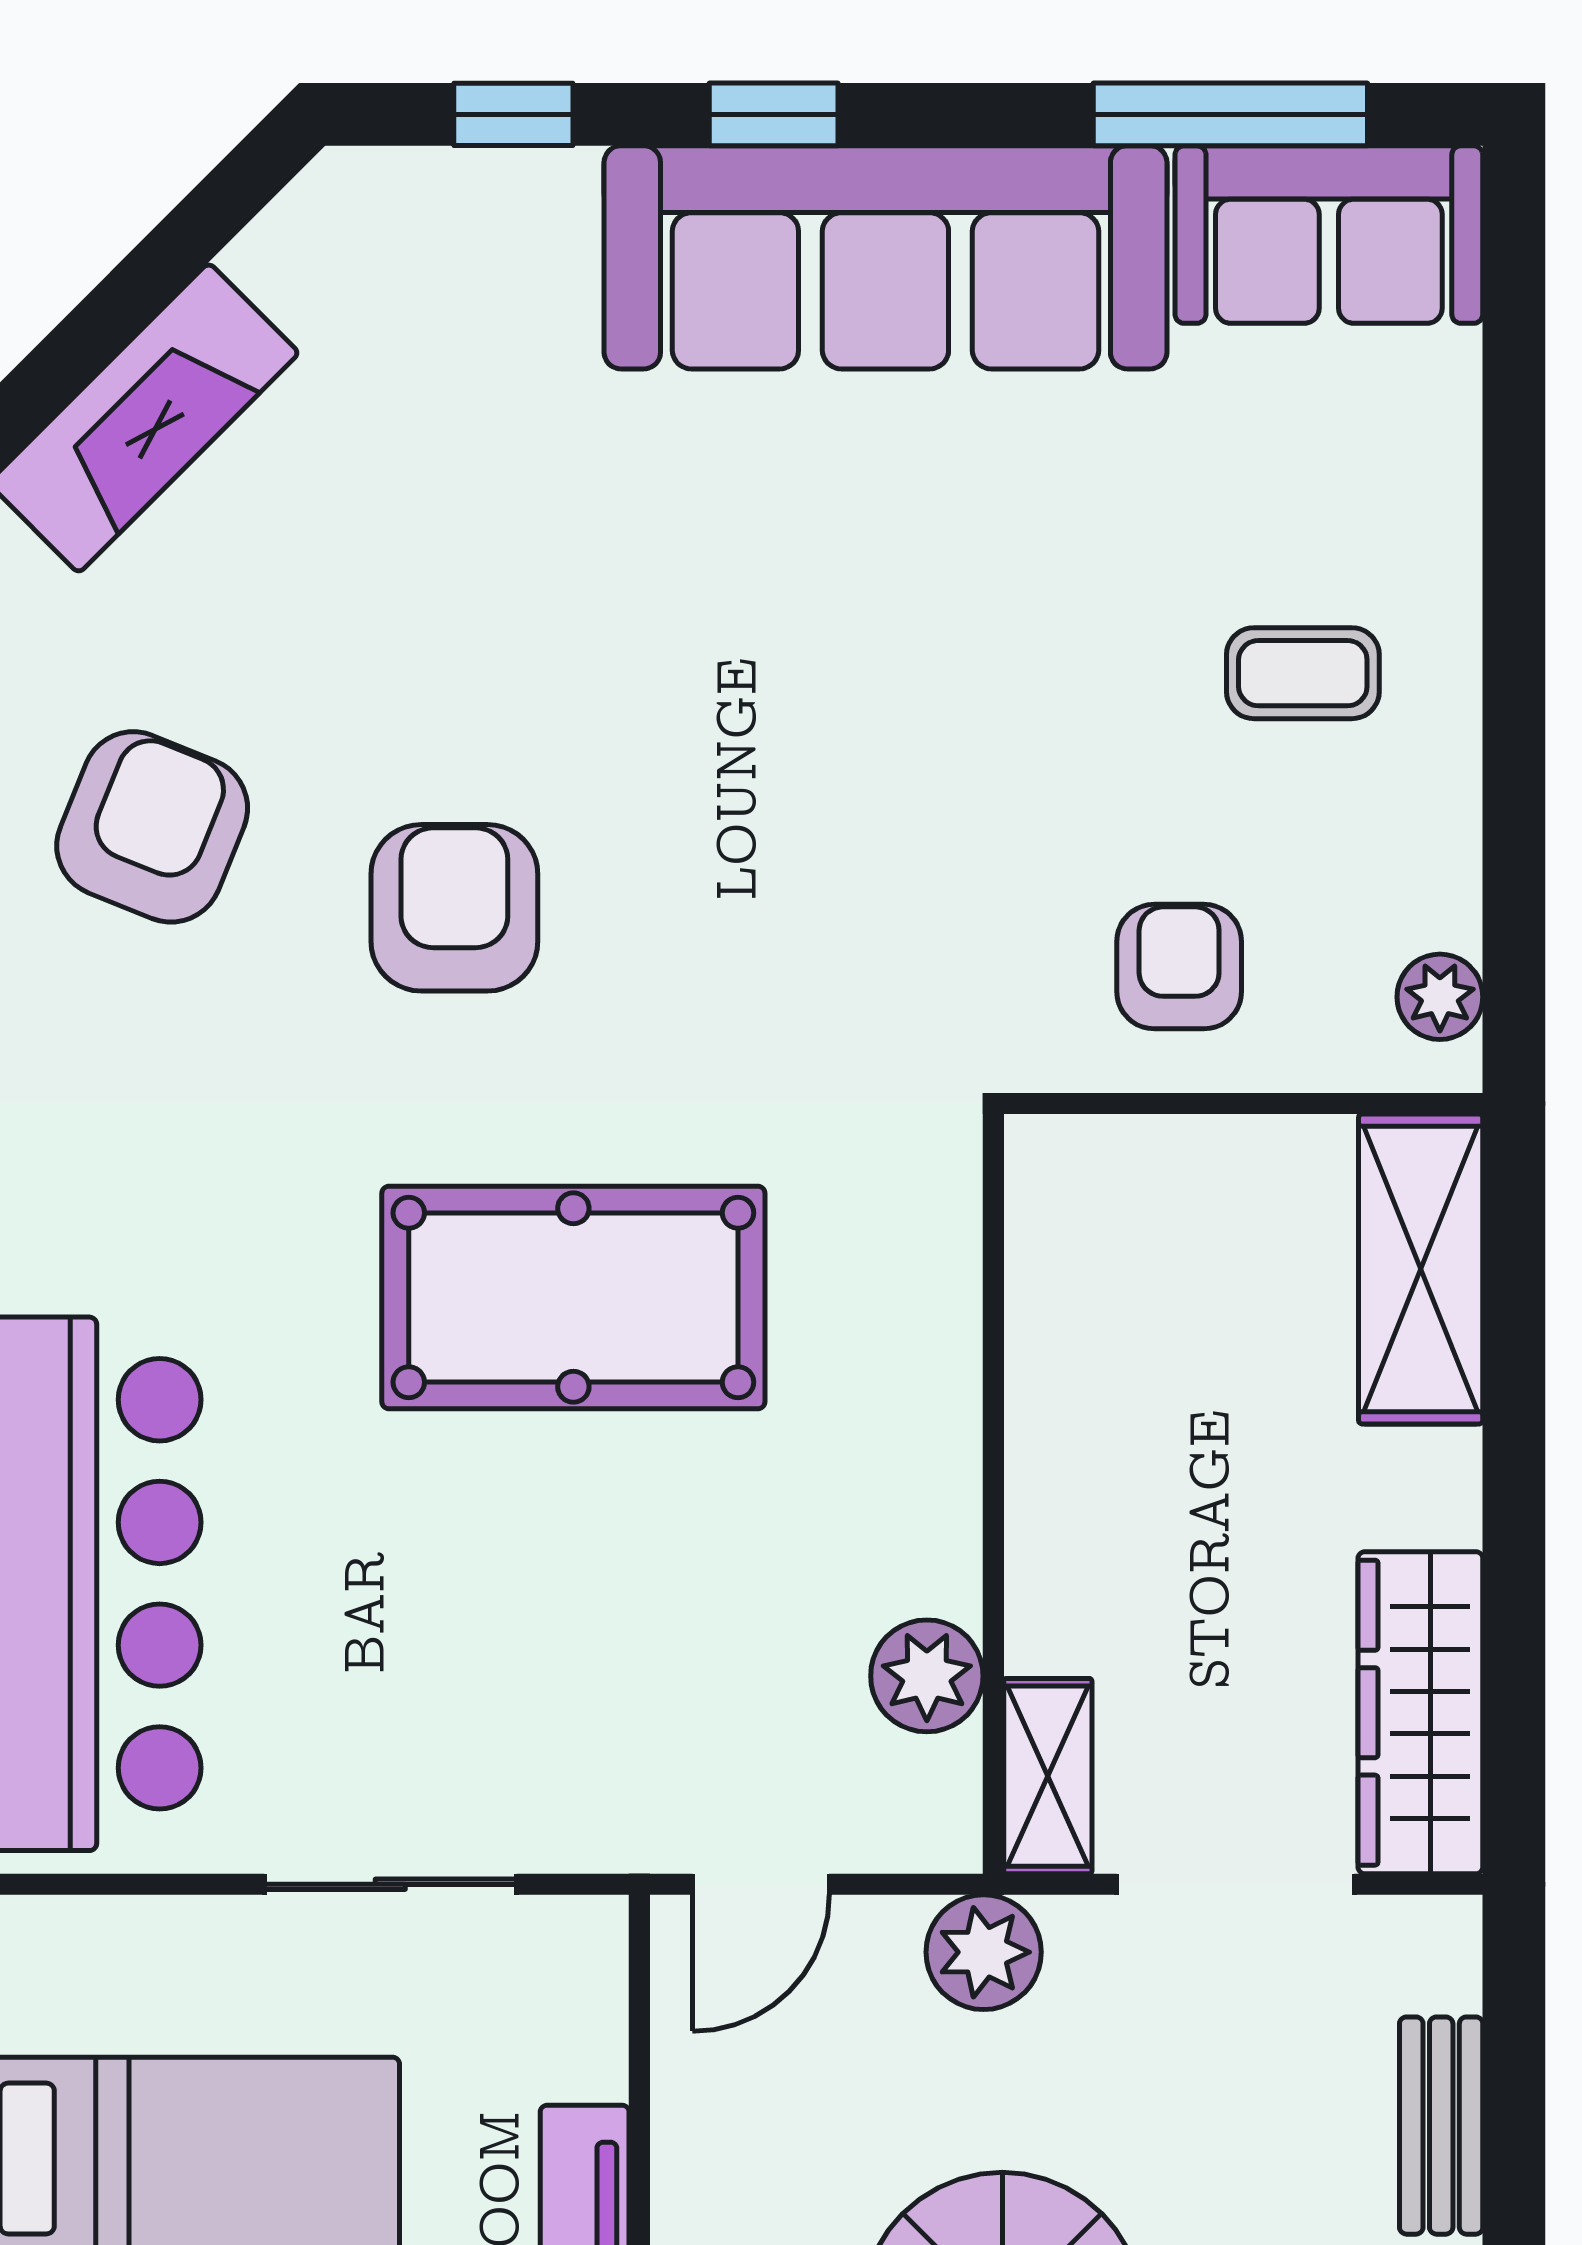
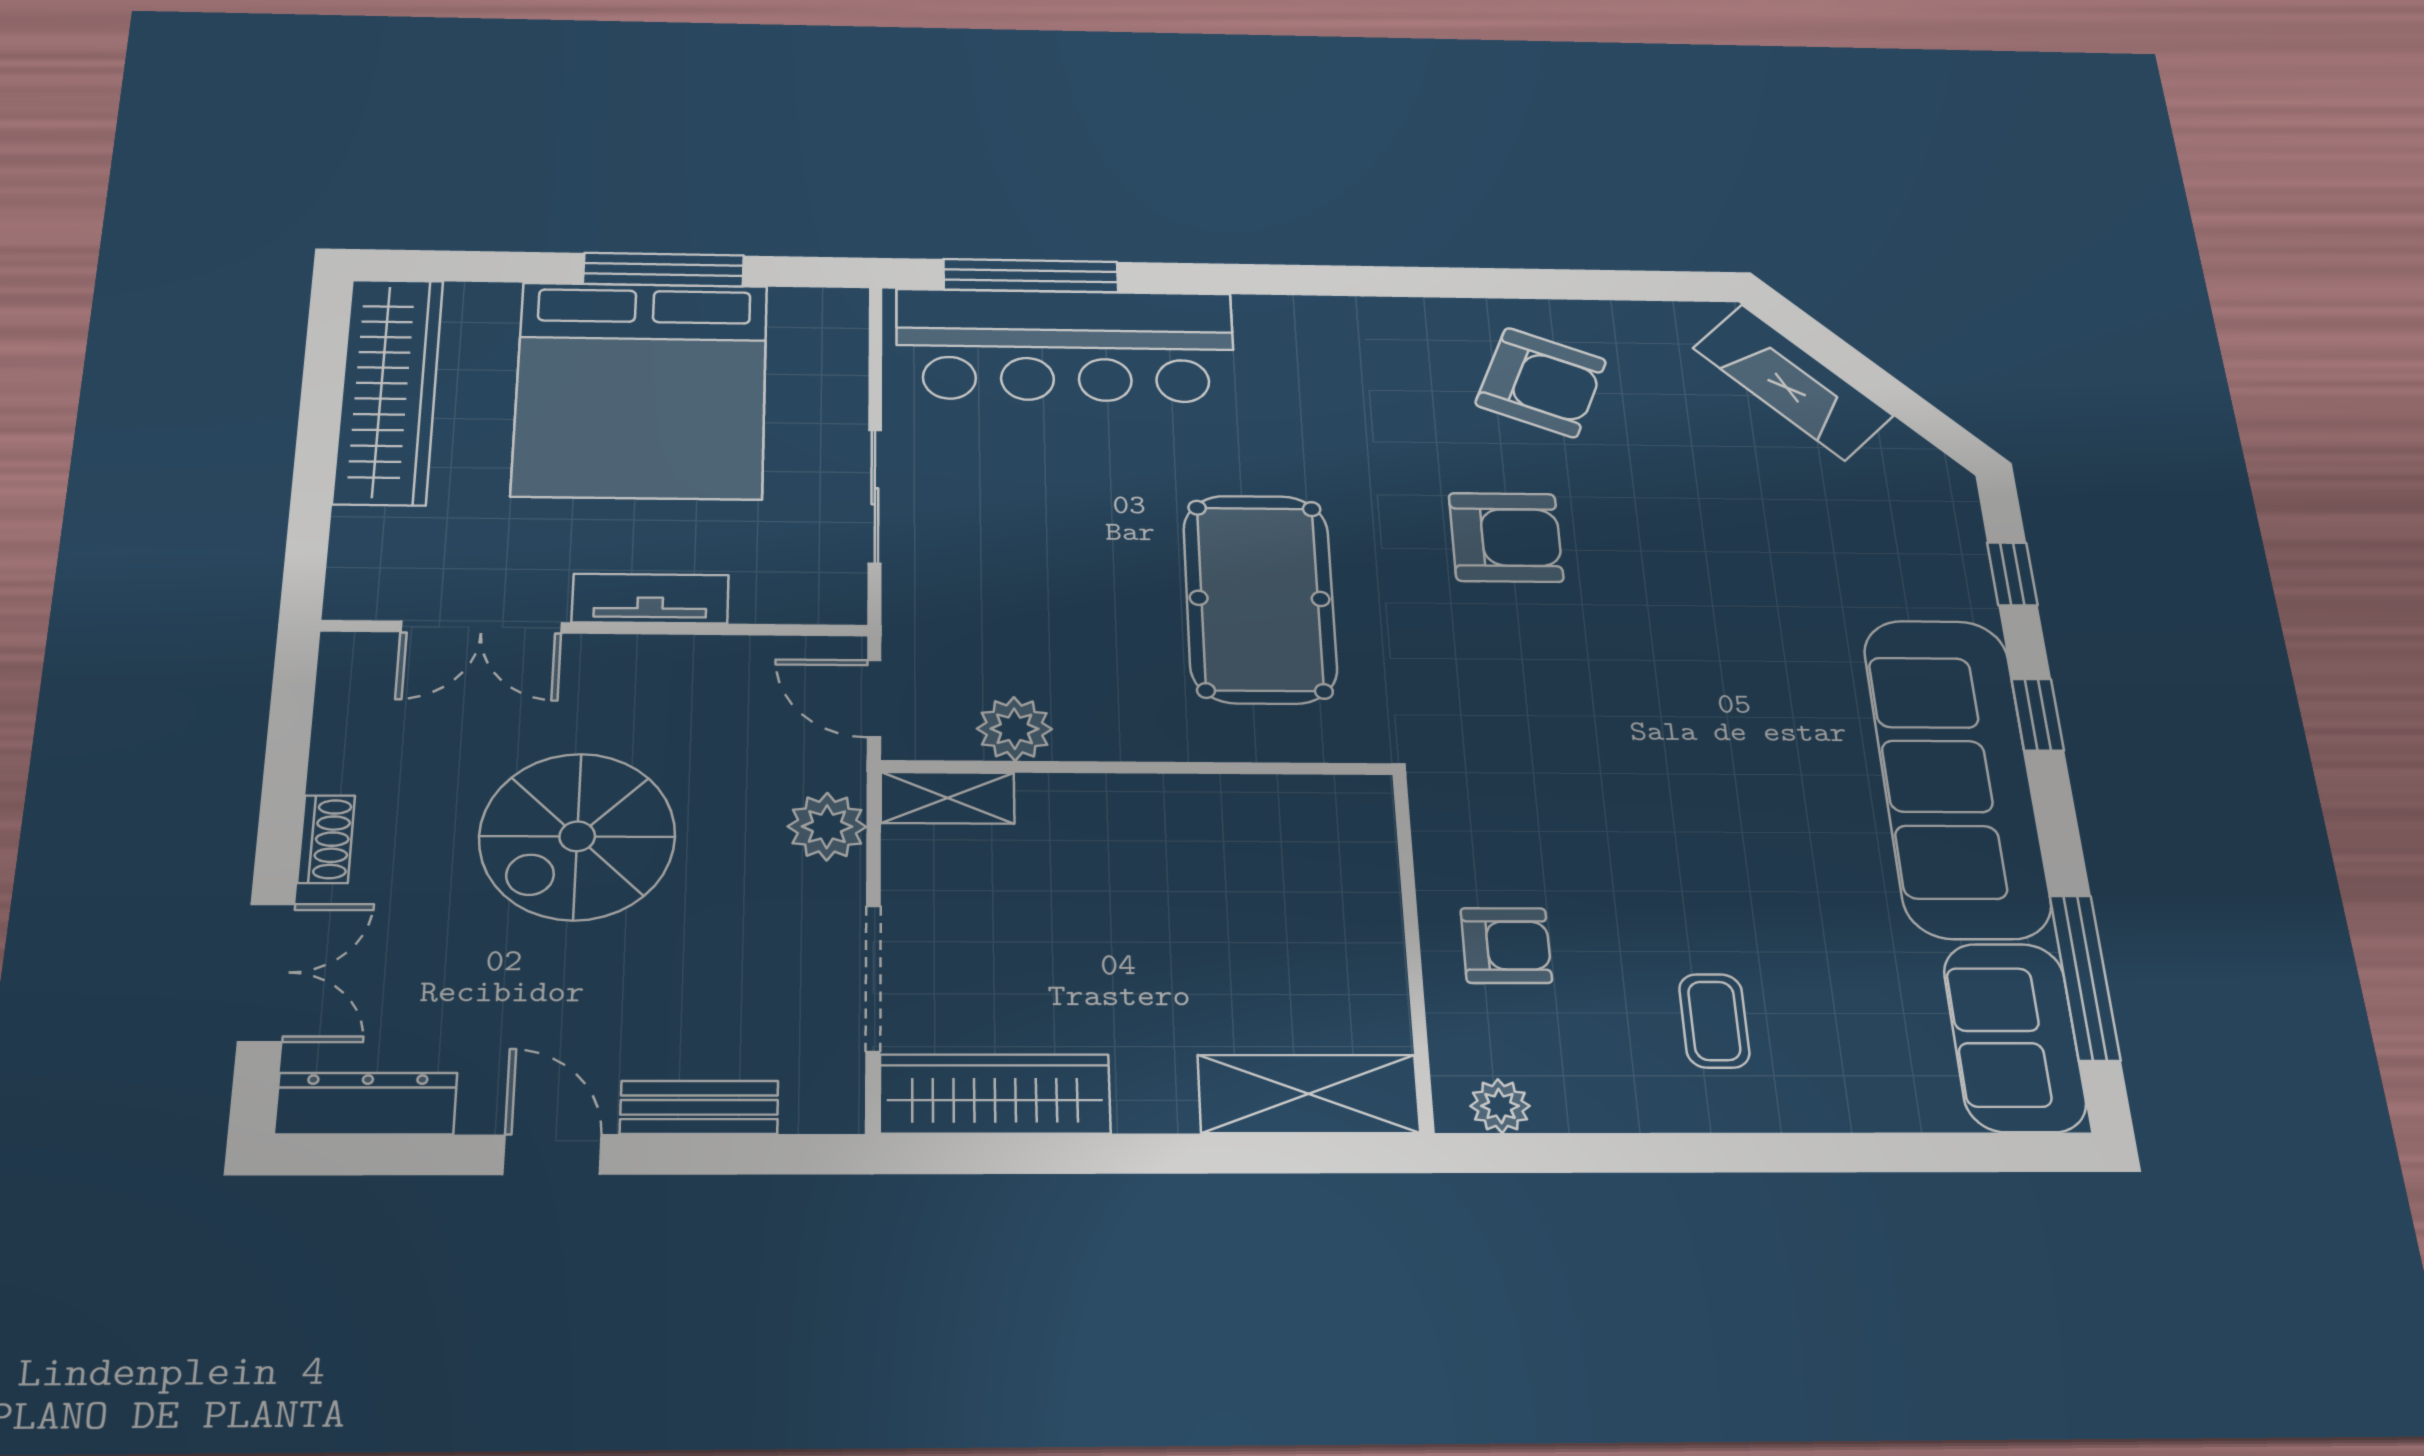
wall: (993, 1494) -> (1138, 768), moved
plant: (927, 1676) -> (1014, 729), moved
shelving: (1048, 1776) -> (948, 798), moved

